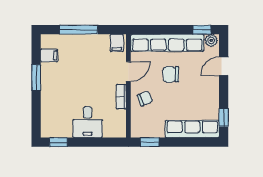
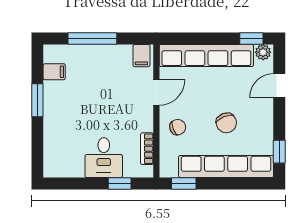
chair: (171, 74) -> (226, 123), moved, turned -112
bookcase: (121, 97) -> (147, 149), moved
row of seats: (192, 129) -> (226, 167), width x1.36
window: (58, 142) -> (120, 184), moved

